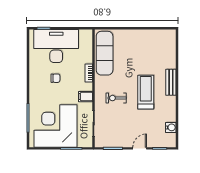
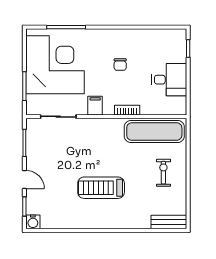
desk: (56, 46) -> (169, 80), width x0.53, depth x0.77
bench: (171, 82) -> (169, 222), moved
treadmill: (146, 92) -> (101, 188), turned 180
exercise bike: (116, 98) -> (163, 173), moved
water cooler: (171, 127) -> (33, 222), moved

